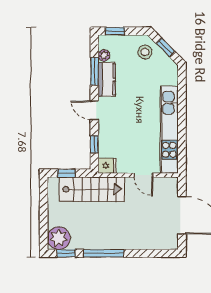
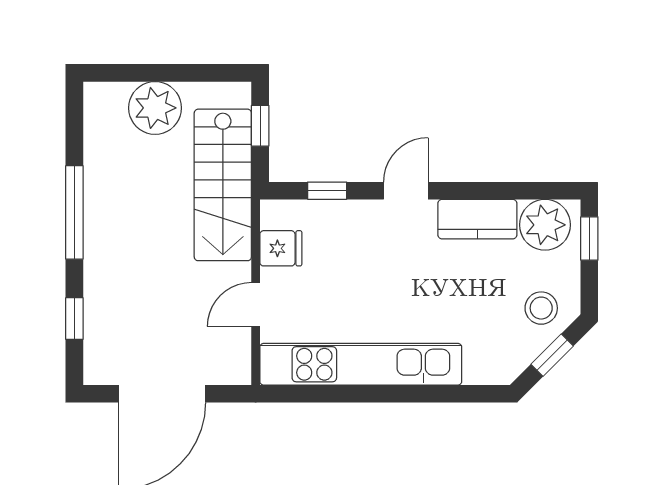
plant: (104, 55) -> (545, 225), width x1.88, depth x1.88
window: (94, 71) -> (497, 191), removed
fridge: (107, 166) -> (281, 248), moved, turned -90
plant: (59, 238) -> (155, 108), moved
window: (66, 253) -> (74, 319), moved

